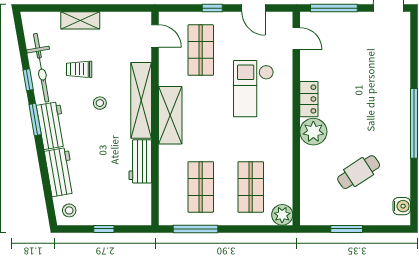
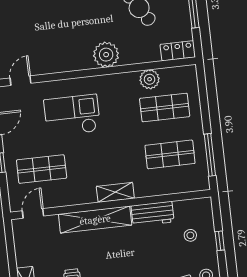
checkout: (254, 89) -> (72, 115), turned 180
locker: (309, 99) -> (178, 51), moved
stool: (100, 103) -> (190, 235), moved
shelving: (170, 115) -> (115, 192), width x0.67, depth x0.75
plant: (282, 215) -> (150, 79), moved

